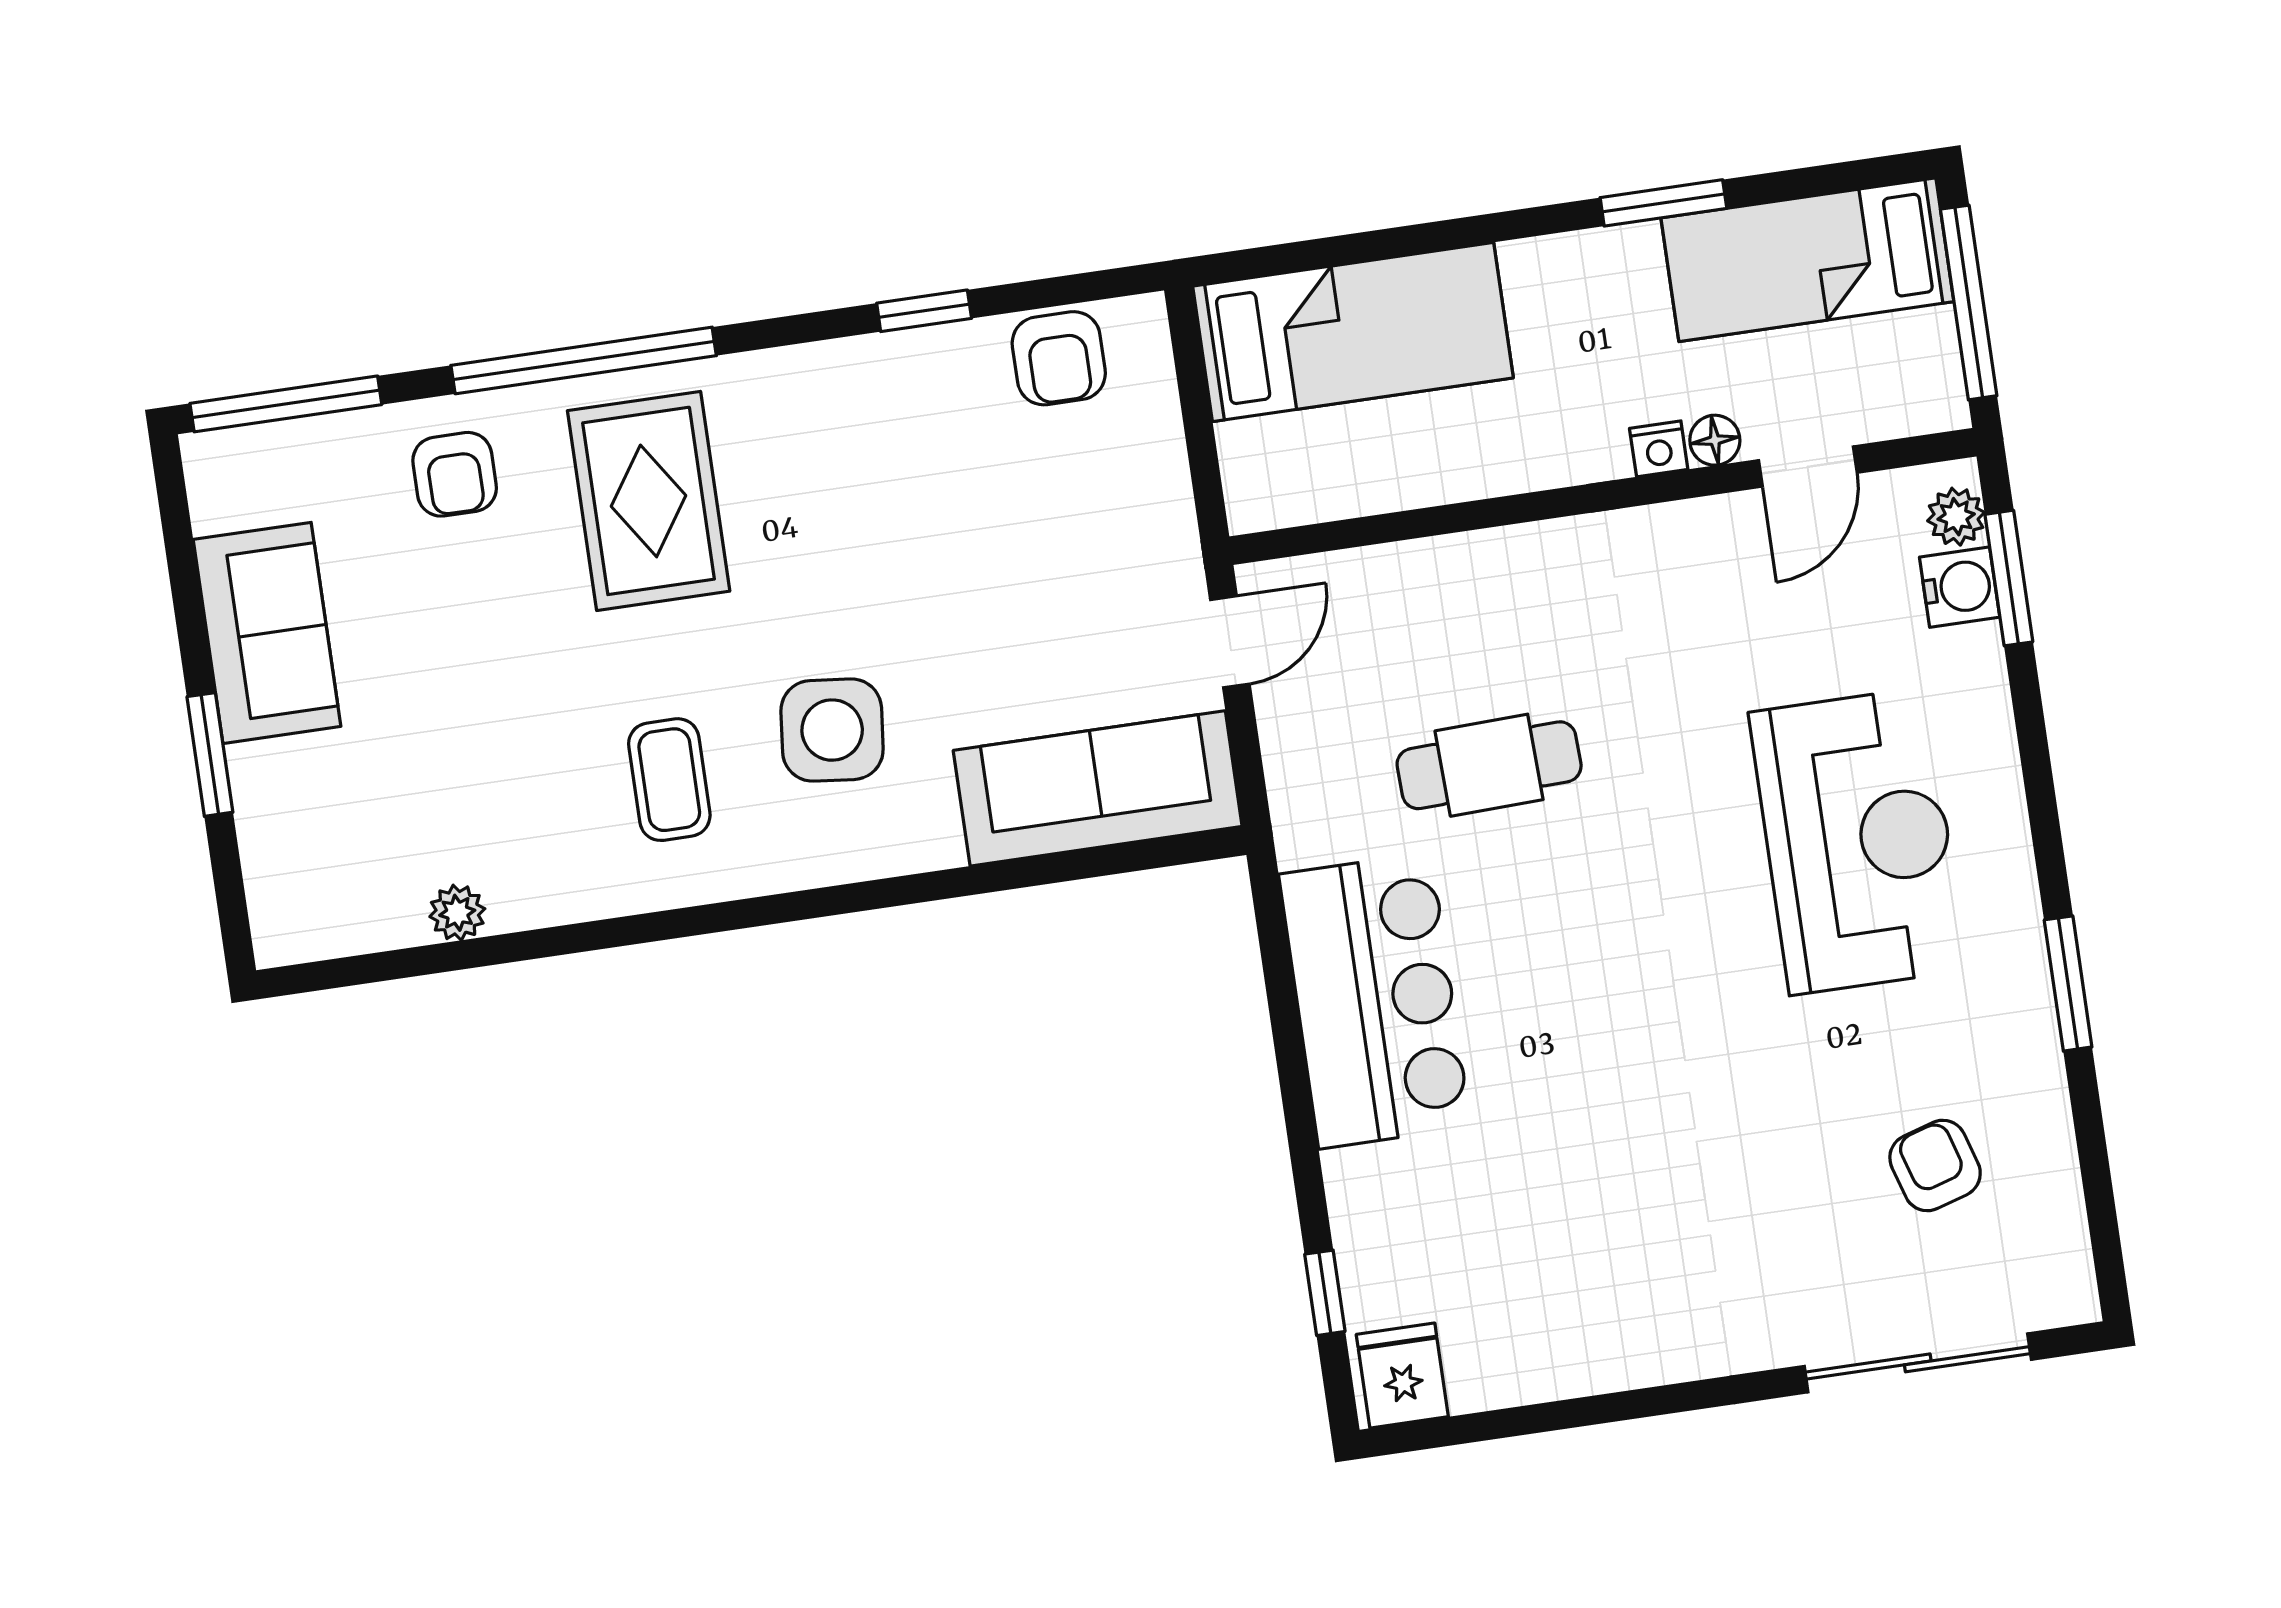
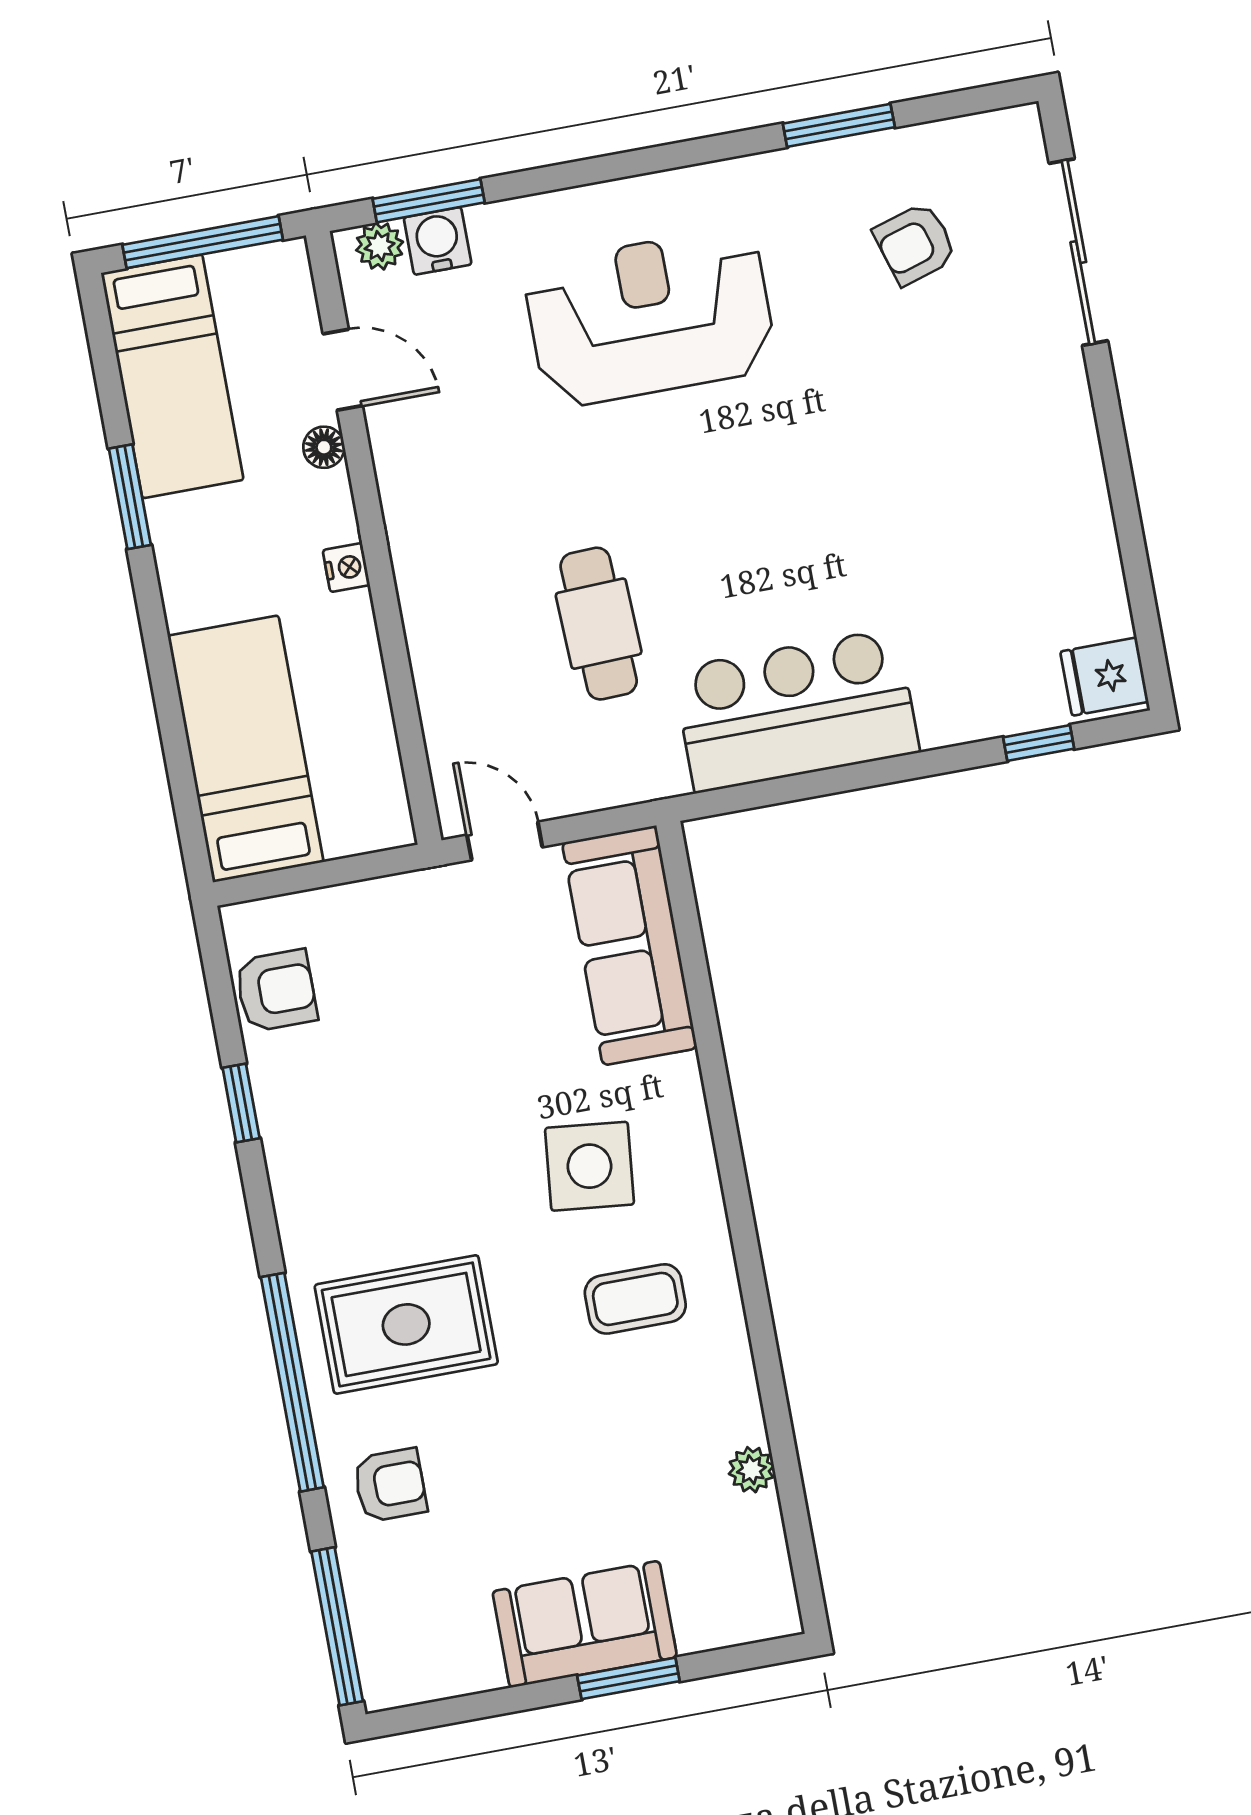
nightstand: (1659, 449) -> (346, 568), moved
sofa: (267, 633) -> (585, 1624), moved
window: (2068, 983) -> (839, 125), moved

